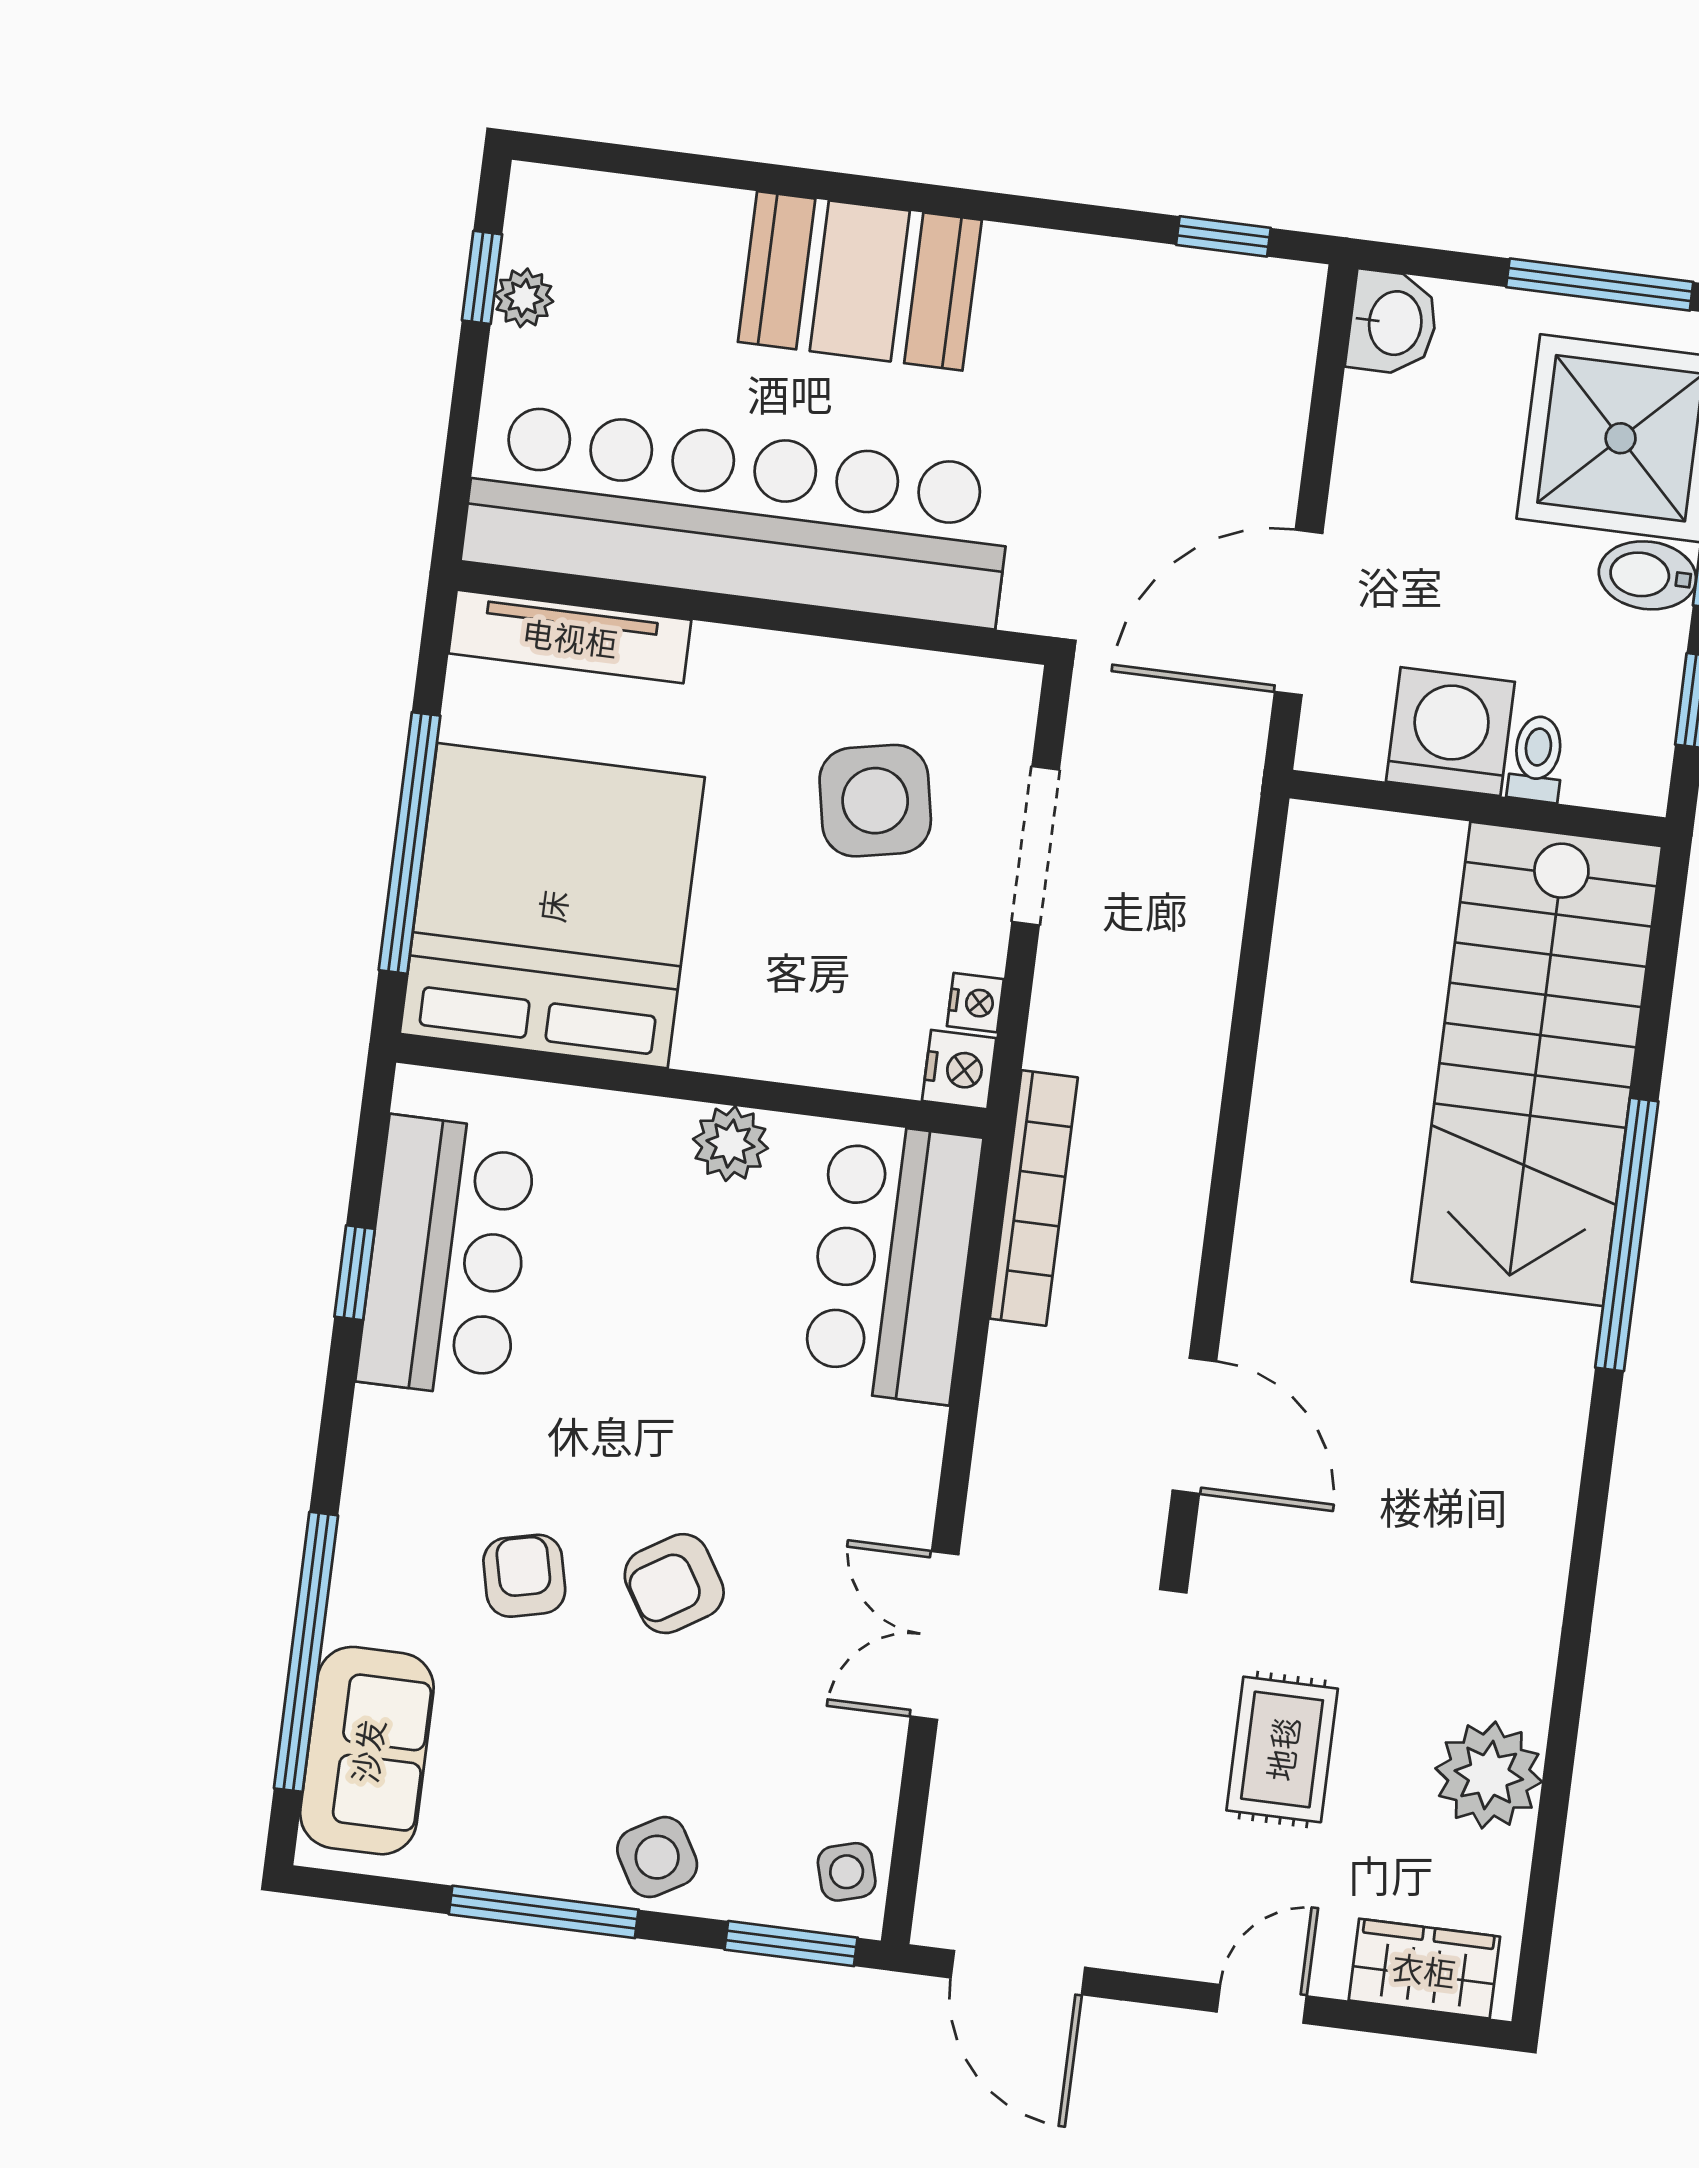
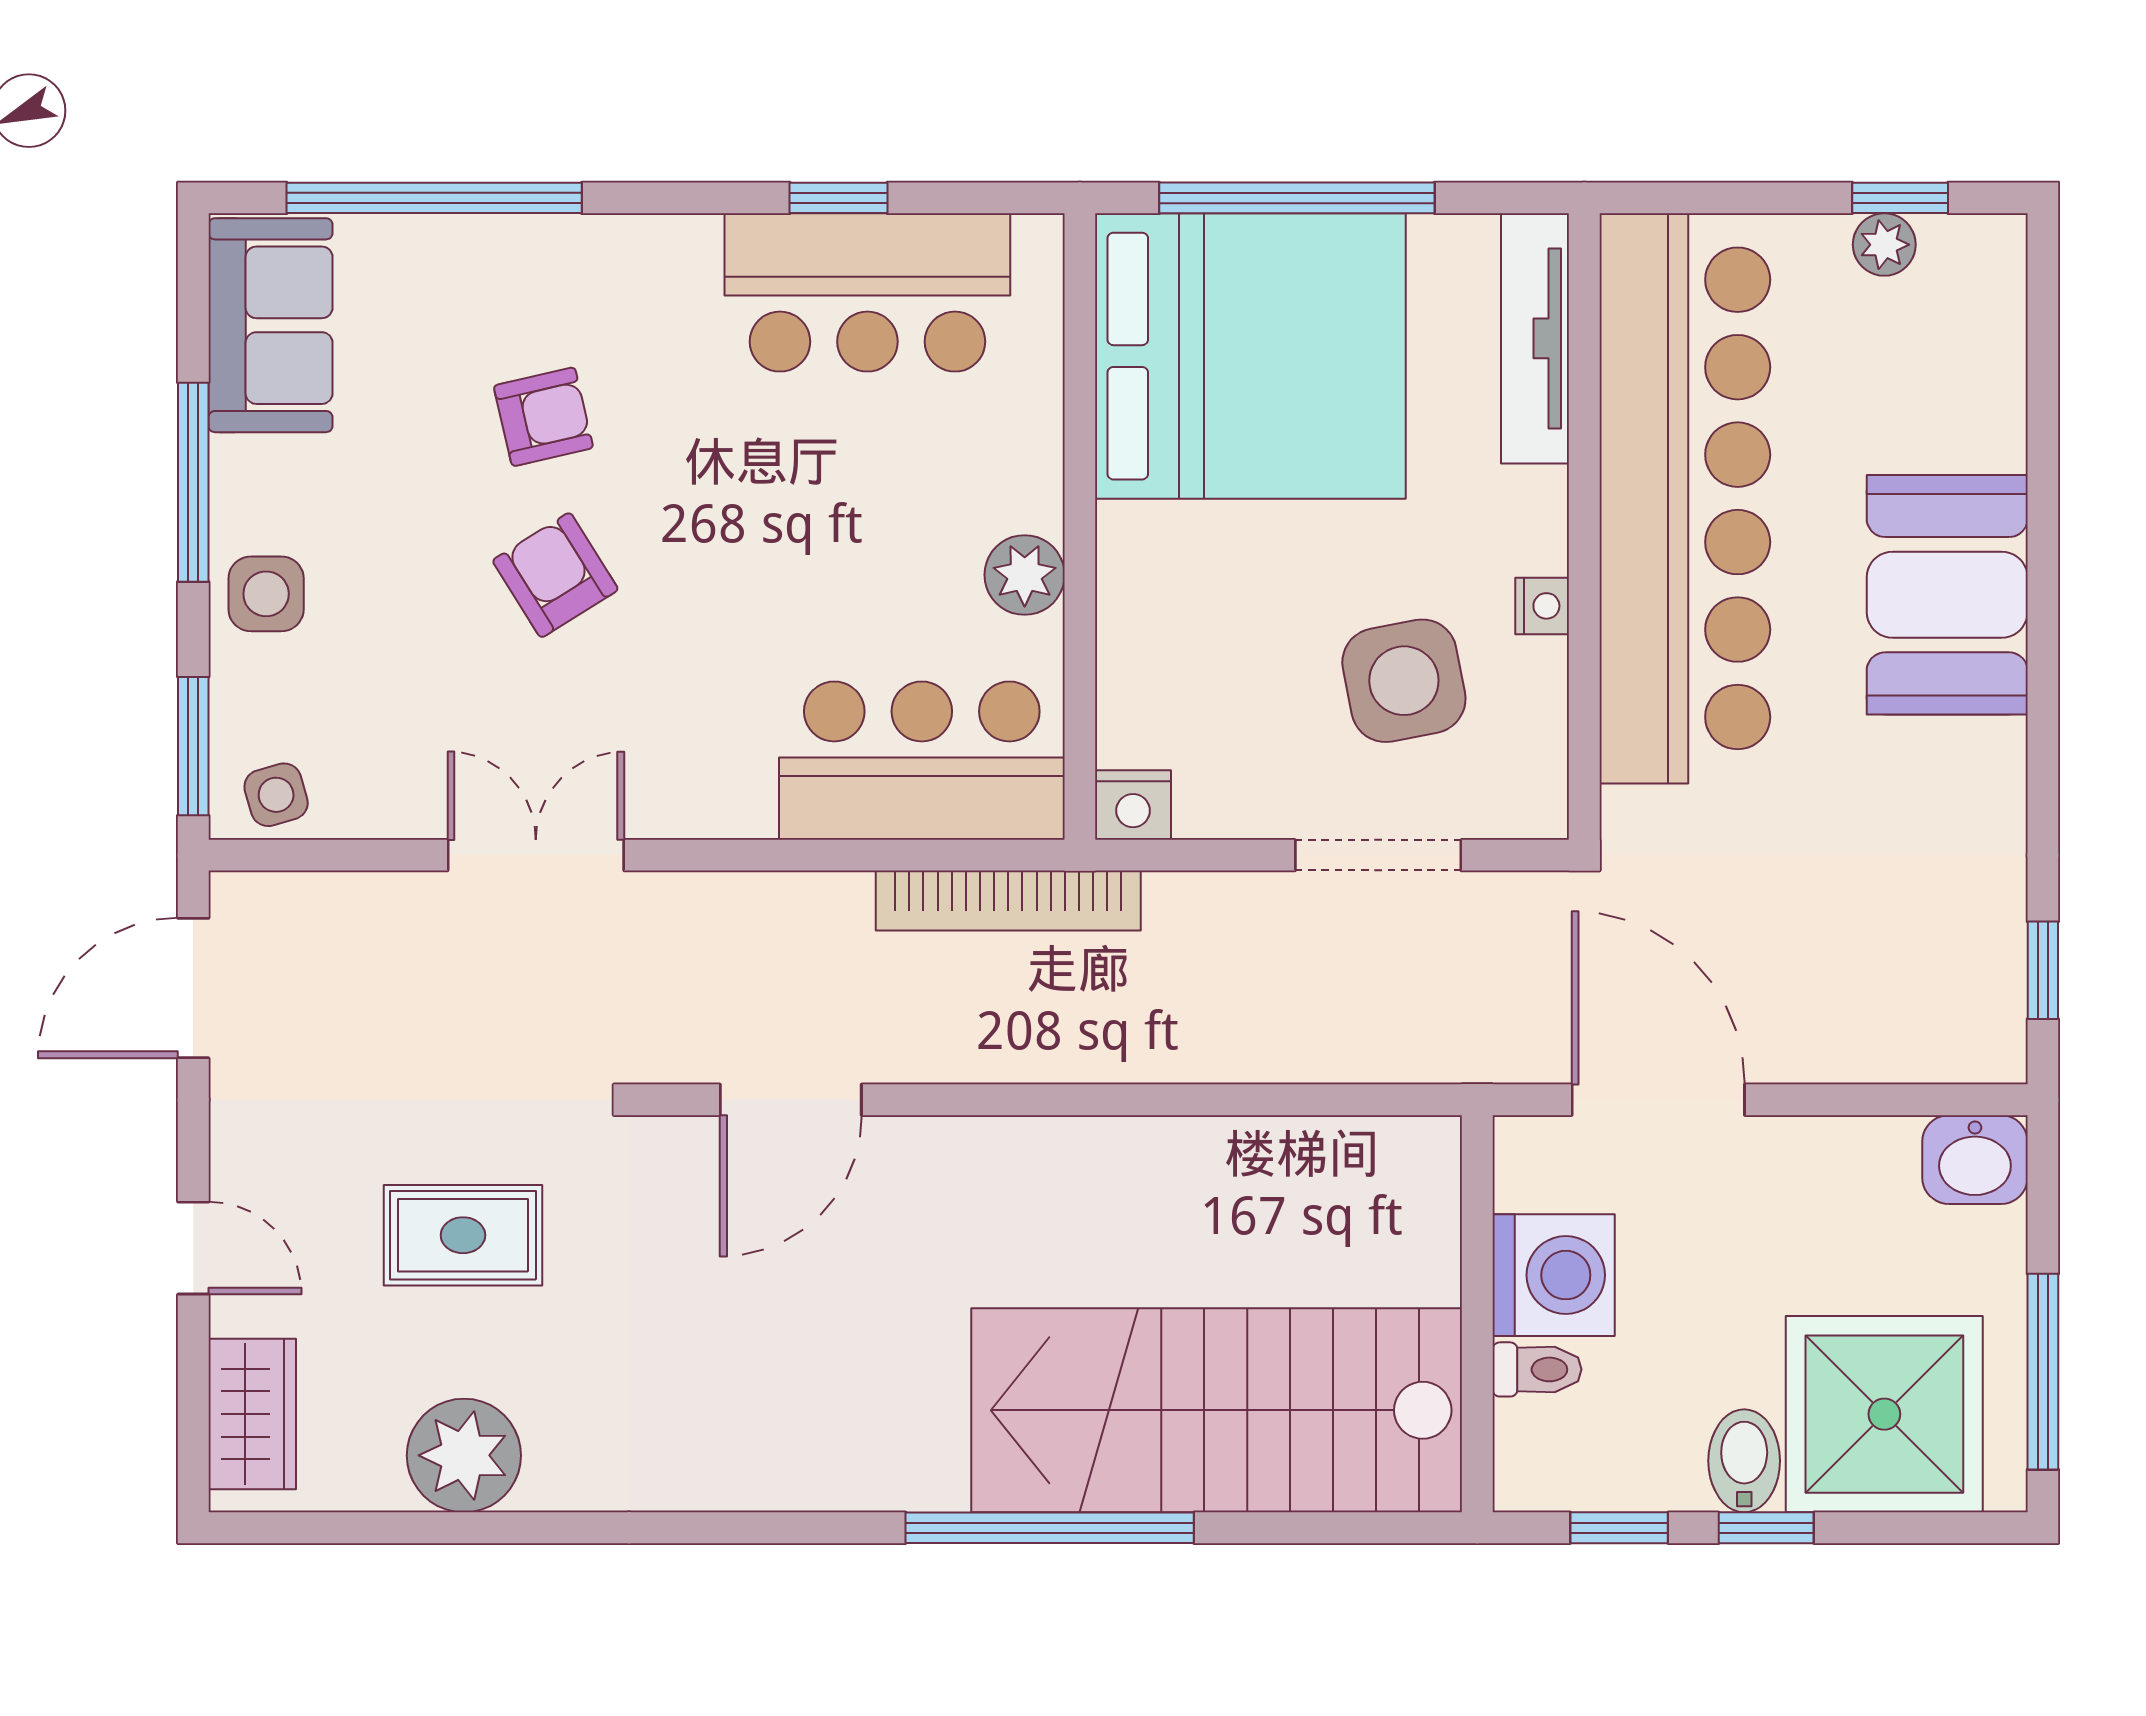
nightstand: (975, 1003) -> (1542, 606), moved, turned -90
sofa: (367, 1751) -> (270, 325), moved, turned -90
side table: (657, 1857) -> (266, 594), turned 30

